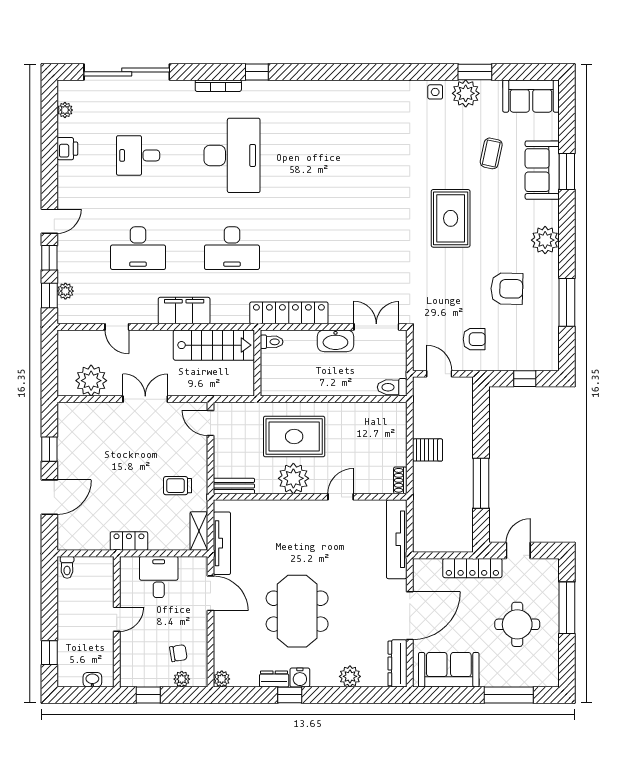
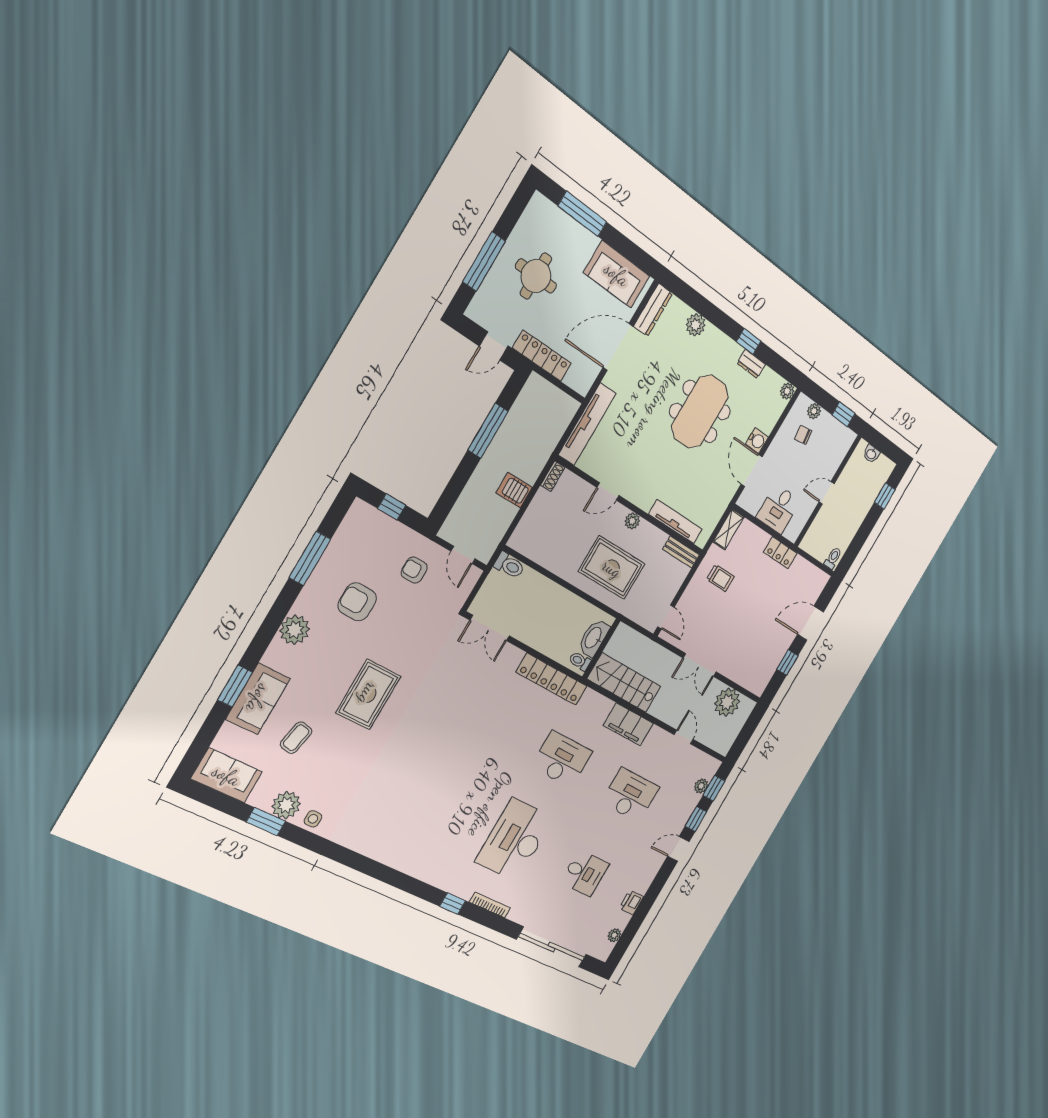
washbasin: (335, 341) -> (594, 638), moved, turned -90
plant: (293, 478) -> (632, 521), width x0.53, depth x0.53
tv unit: (222, 543) -> (675, 522), moved, turned 90
water cooler: (300, 677) -> (757, 441), moved, turned 90

